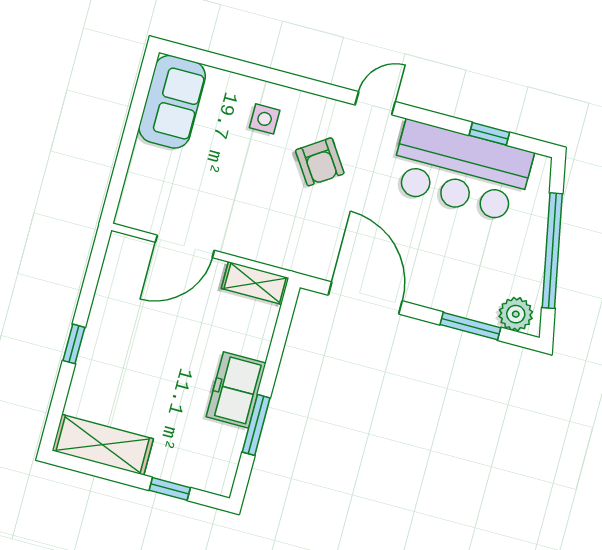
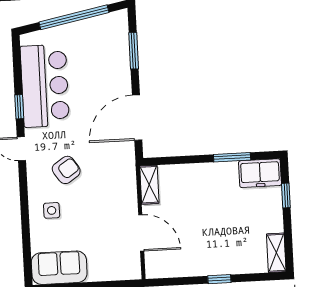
window: (489, 134) -> (19, 107), moved
plant: (516, 314) -> (118, 26), removed
freezer: (236, 390) -> (260, 173), moved
shelving: (103, 445) -> (276, 253), width x0.67, depth x0.75

